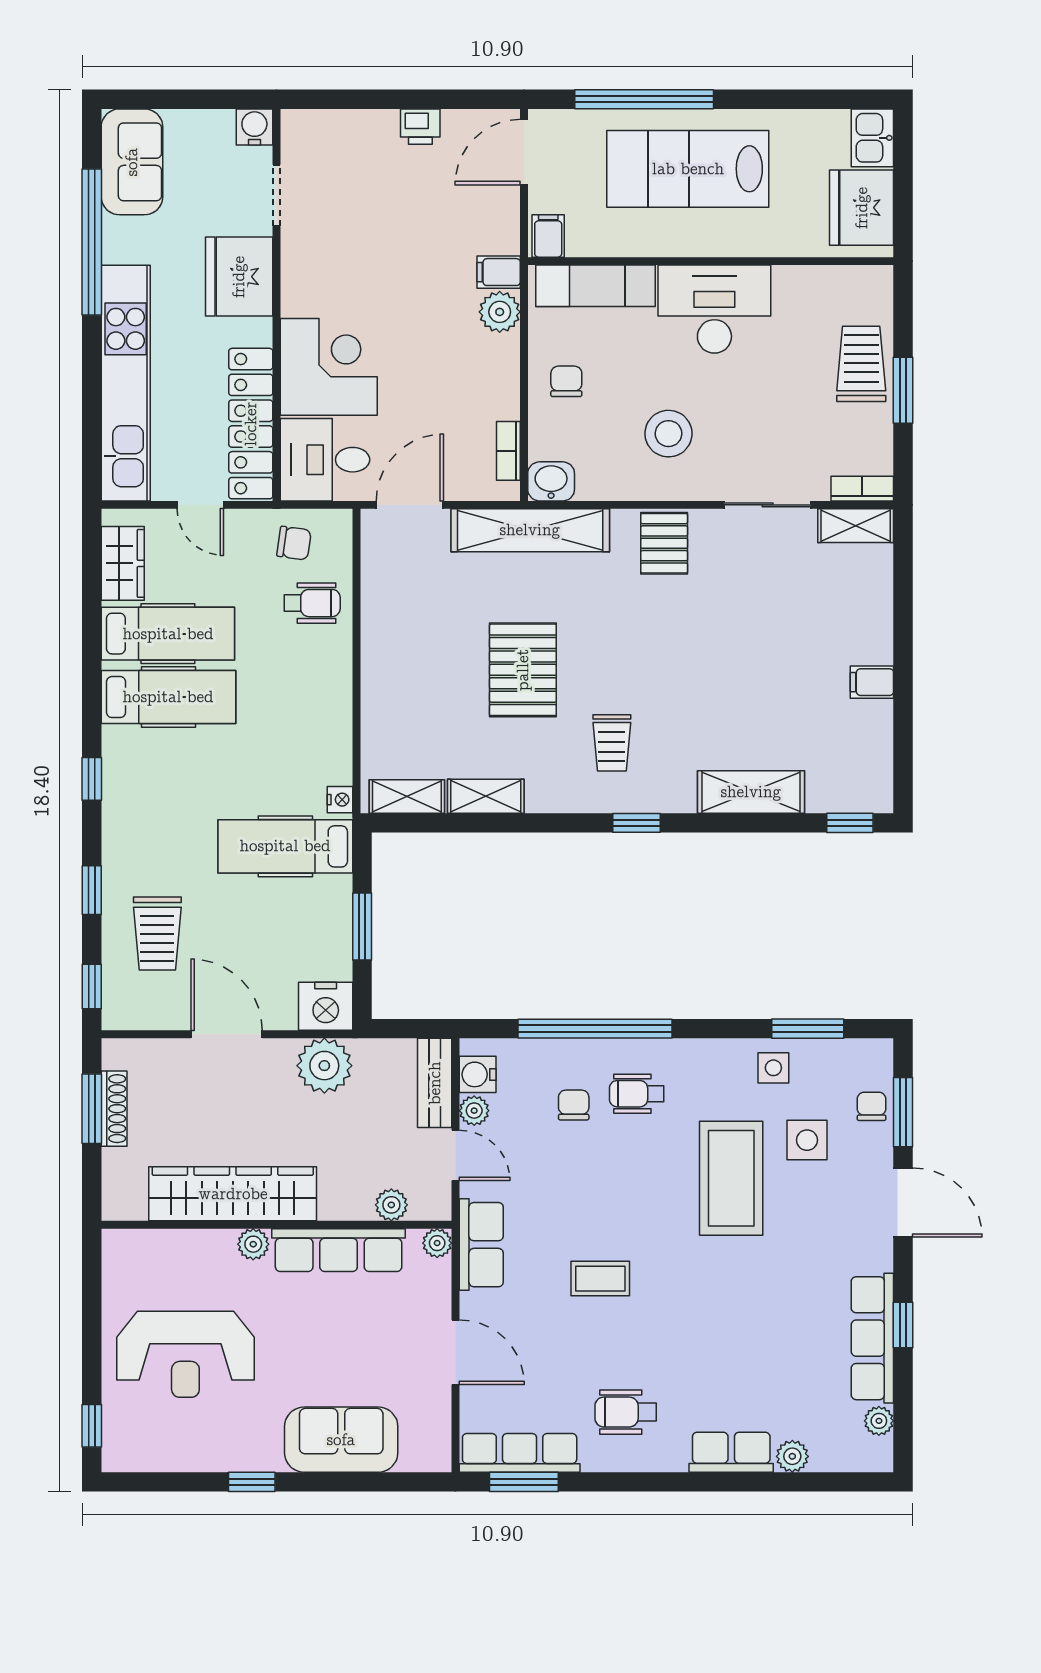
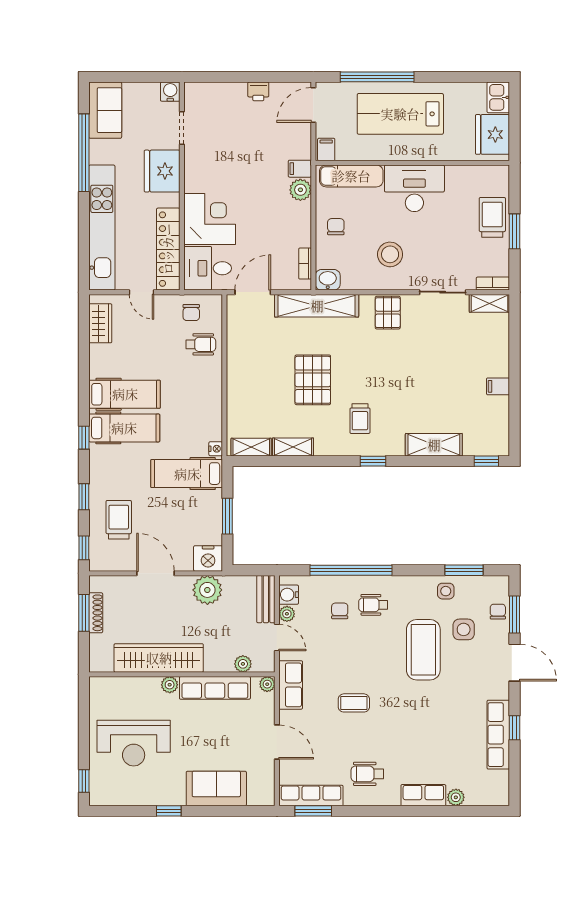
chair: (294, 543) -> (191, 313), turned 82
hospital bed: (168, 634) -> (124, 428), moved
trolley: (157, 933) -> (119, 520), turned 180
plant: (879, 1421) -> (502, 779), removed

